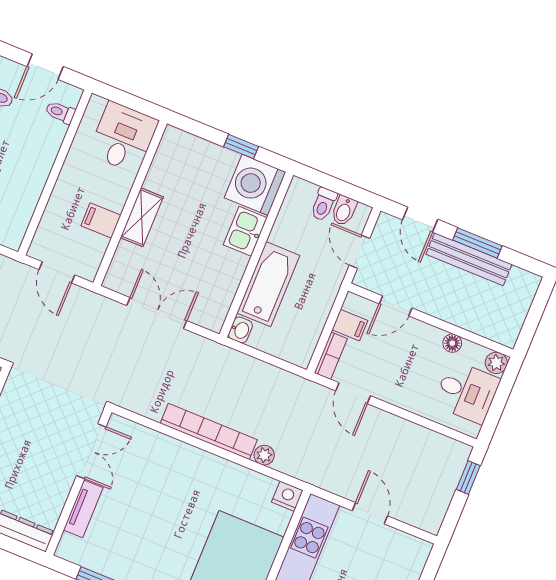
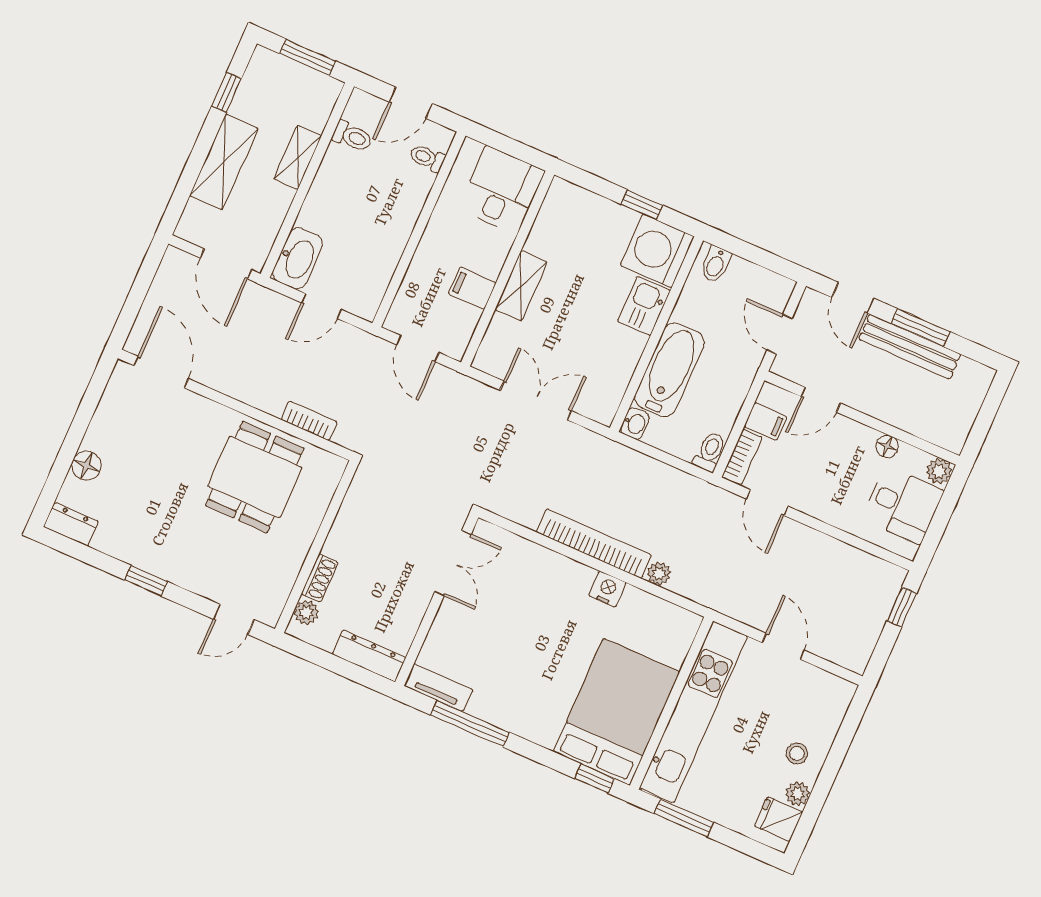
toilet: (324, 204) -> (710, 452), moved, turned 180
bidet: (344, 211) -> (716, 264), moved
nightstand: (287, 496) -> (607, 589), moved
tv unit: (83, 509) -> (439, 688), moved, turned -90

